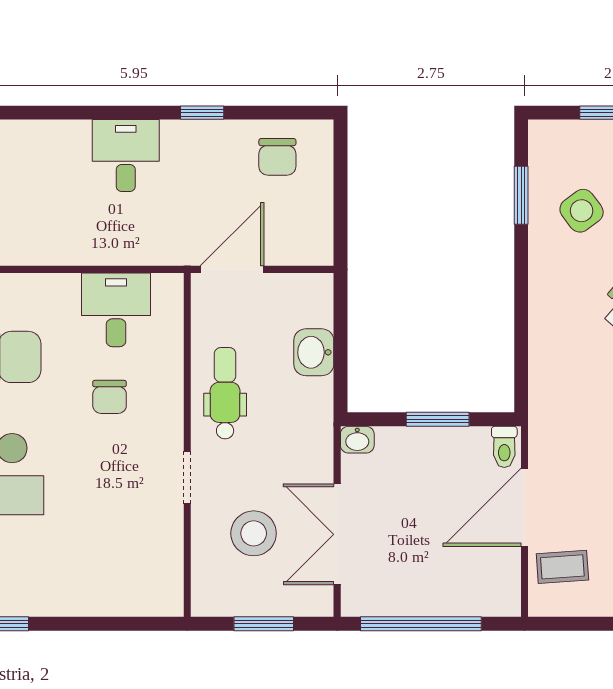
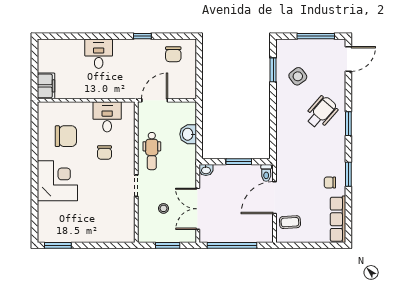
desk: (126, 156) -> (99, 54), moved
dental chair: (225, 393) -> (152, 151), turned 180
stool: (254, 533) -> (163, 208), width x0.53, depth x0.53

